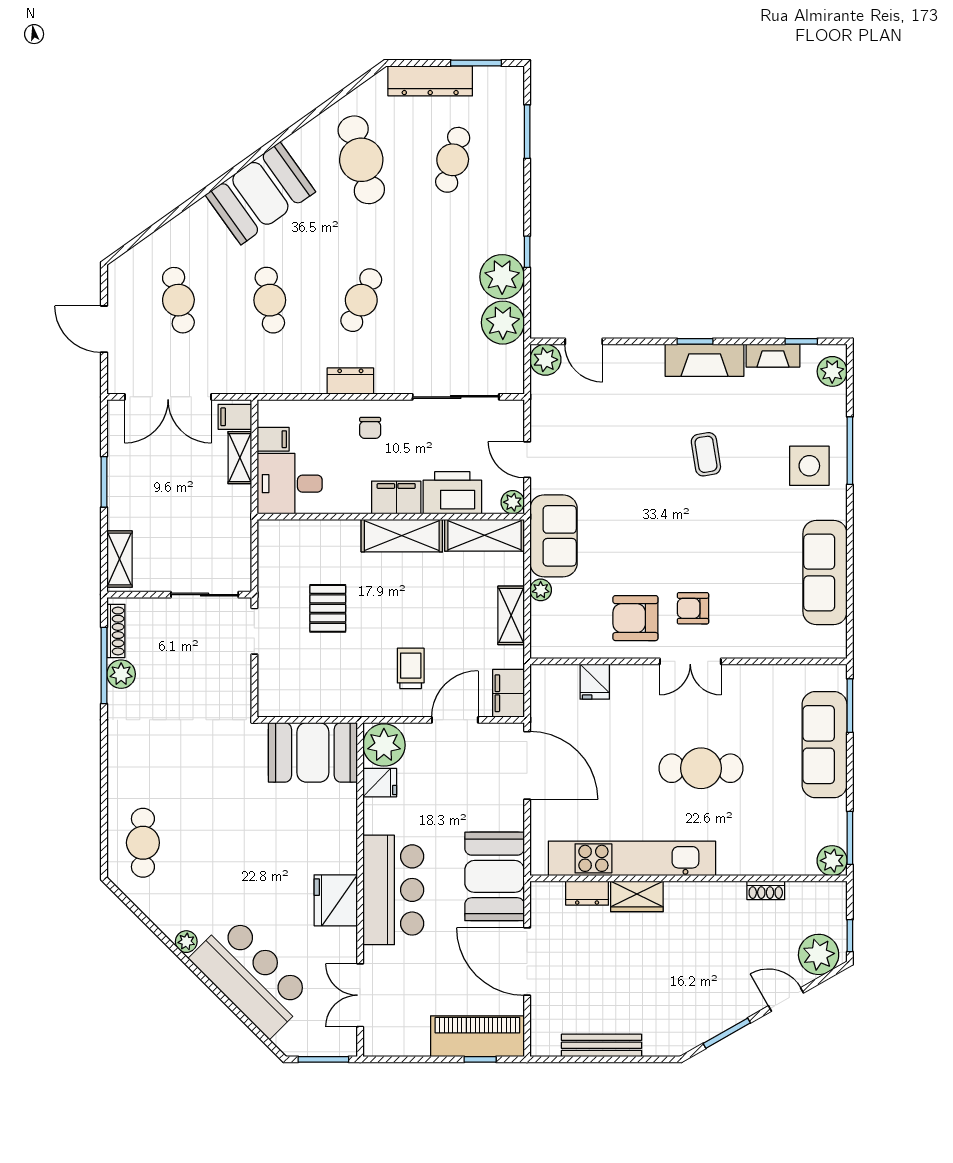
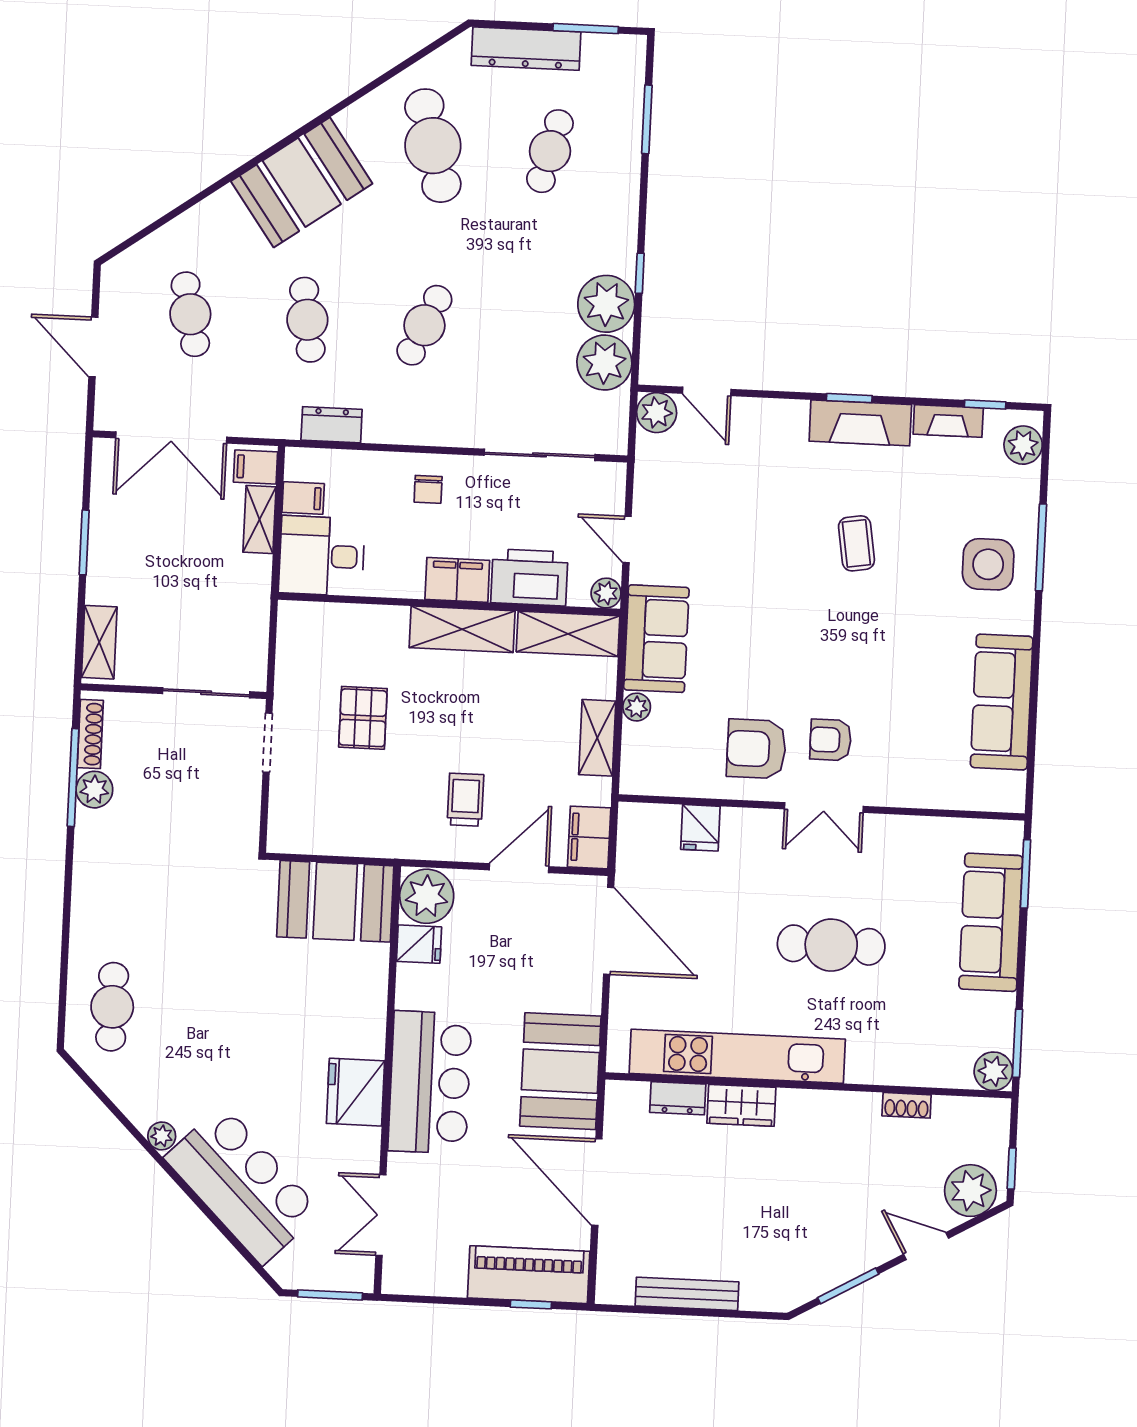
dresser: (350, 381) -> (332, 425), moved

